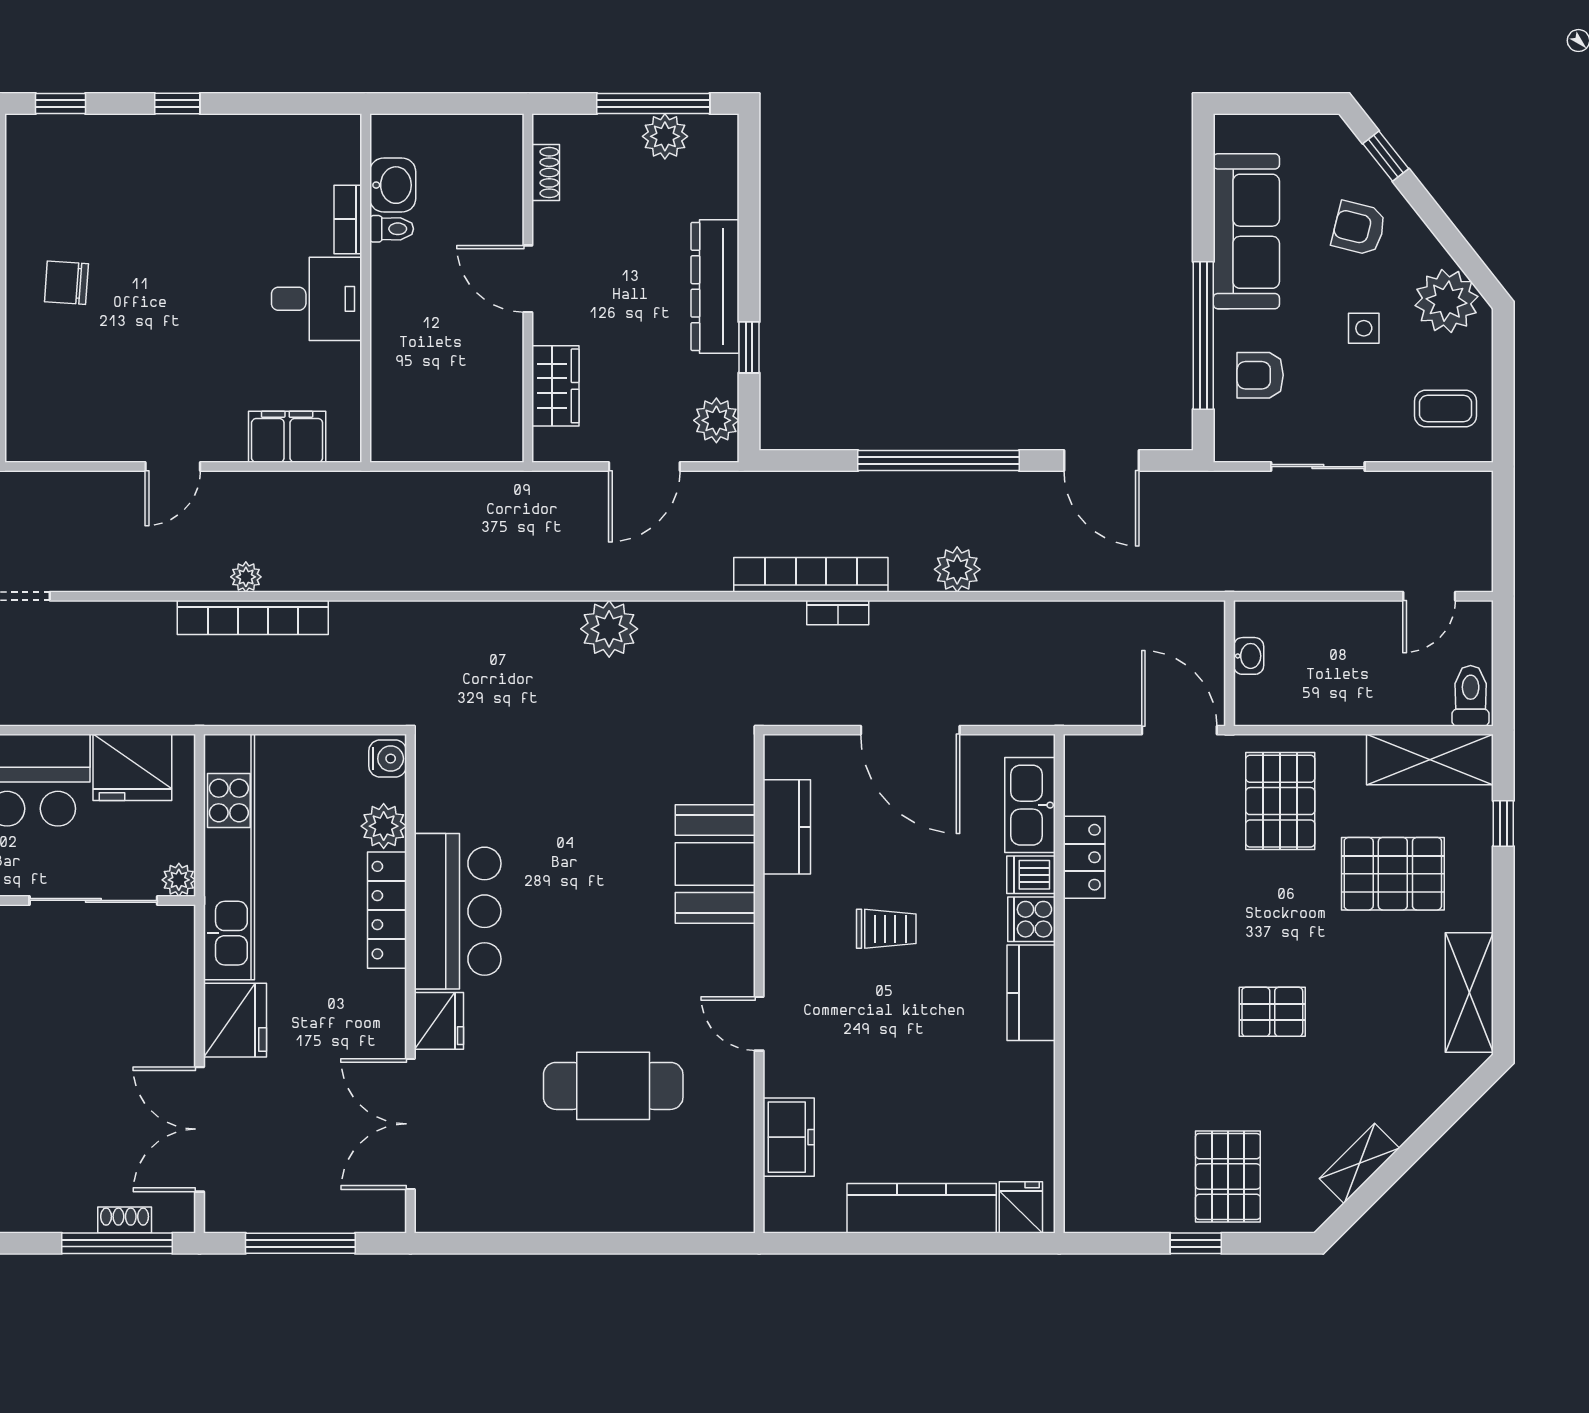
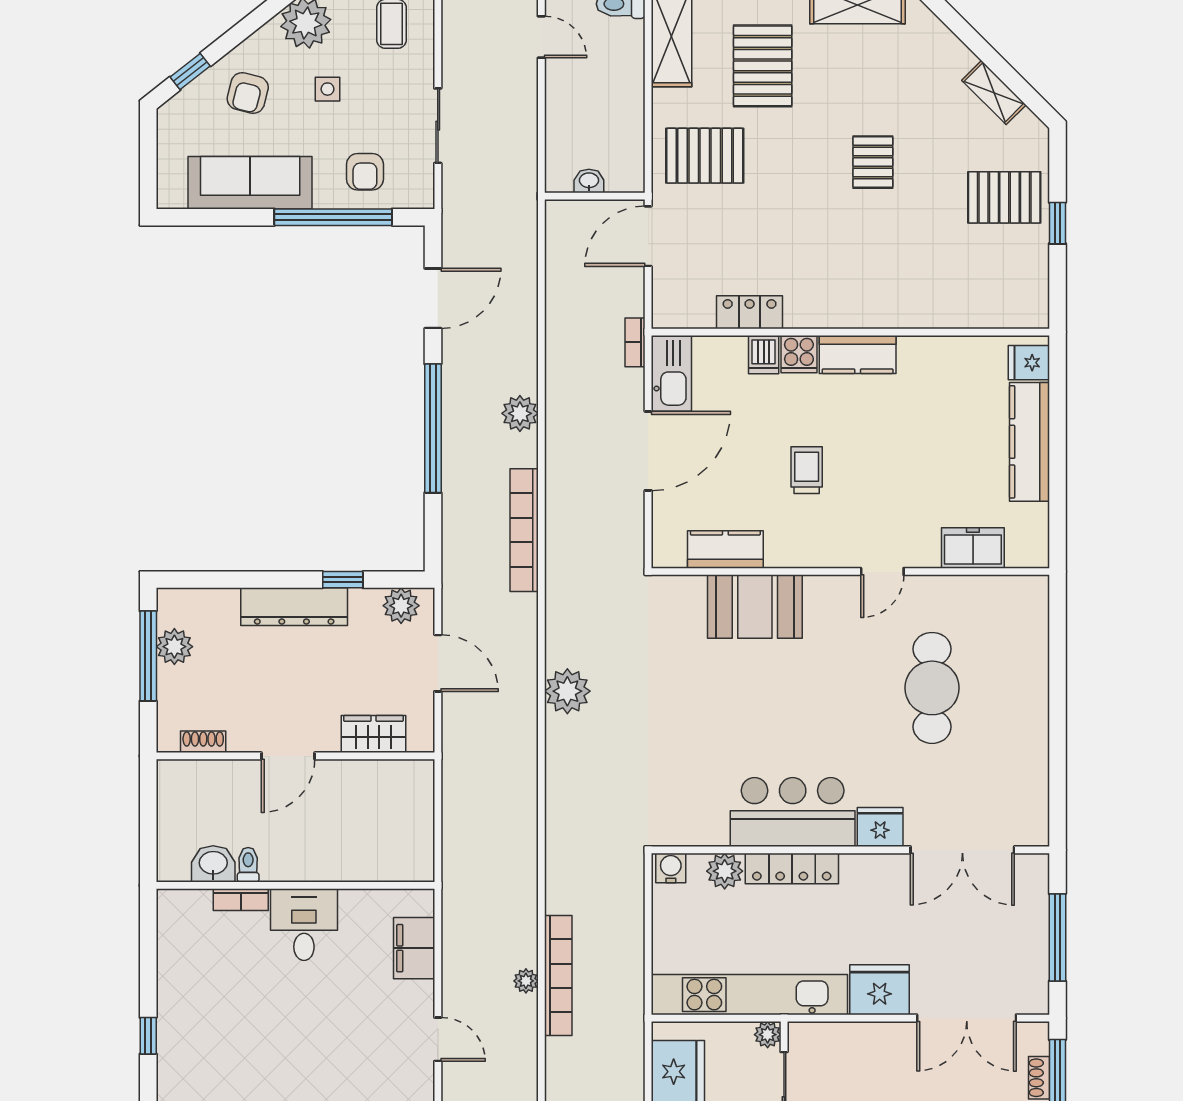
bookcase: (838, 613) -> (635, 342), moved, turned 180
kitchen sink: (1030, 805) -> (671, 373), moved, turned -90

